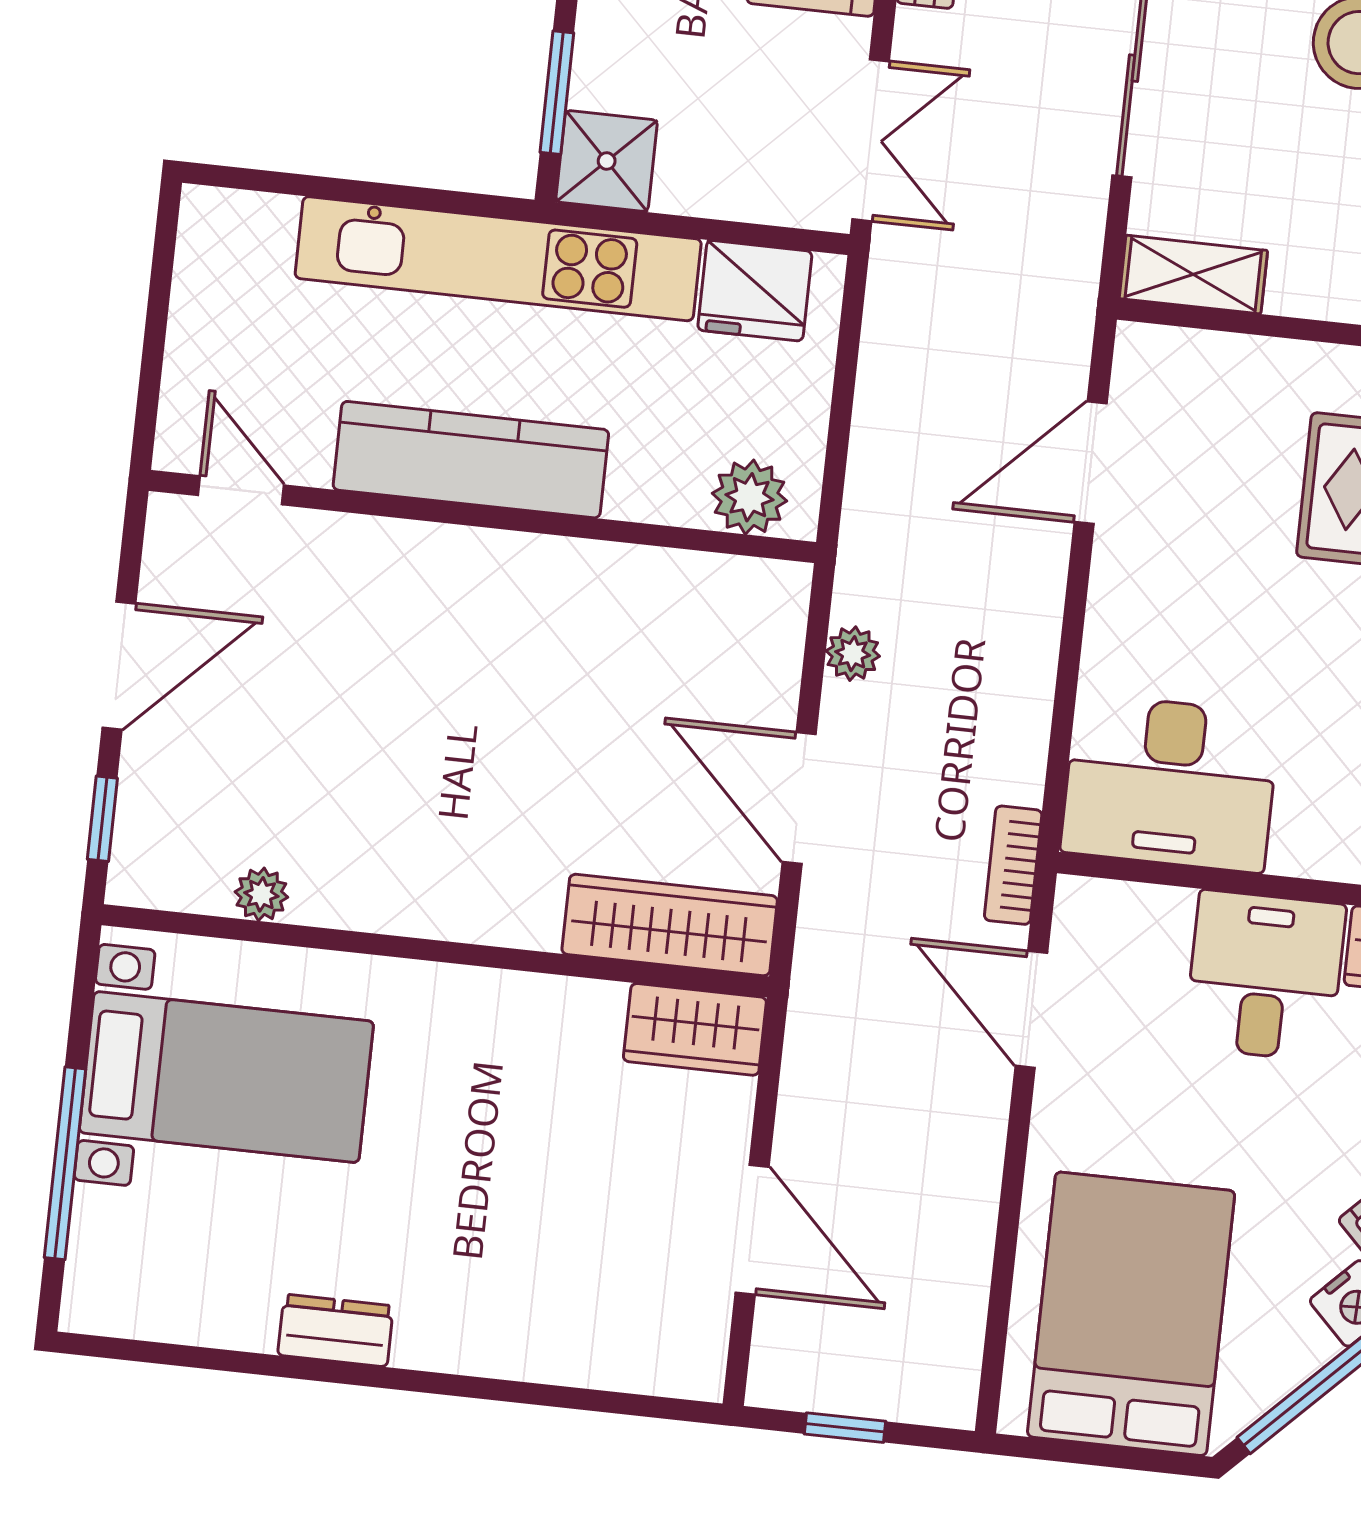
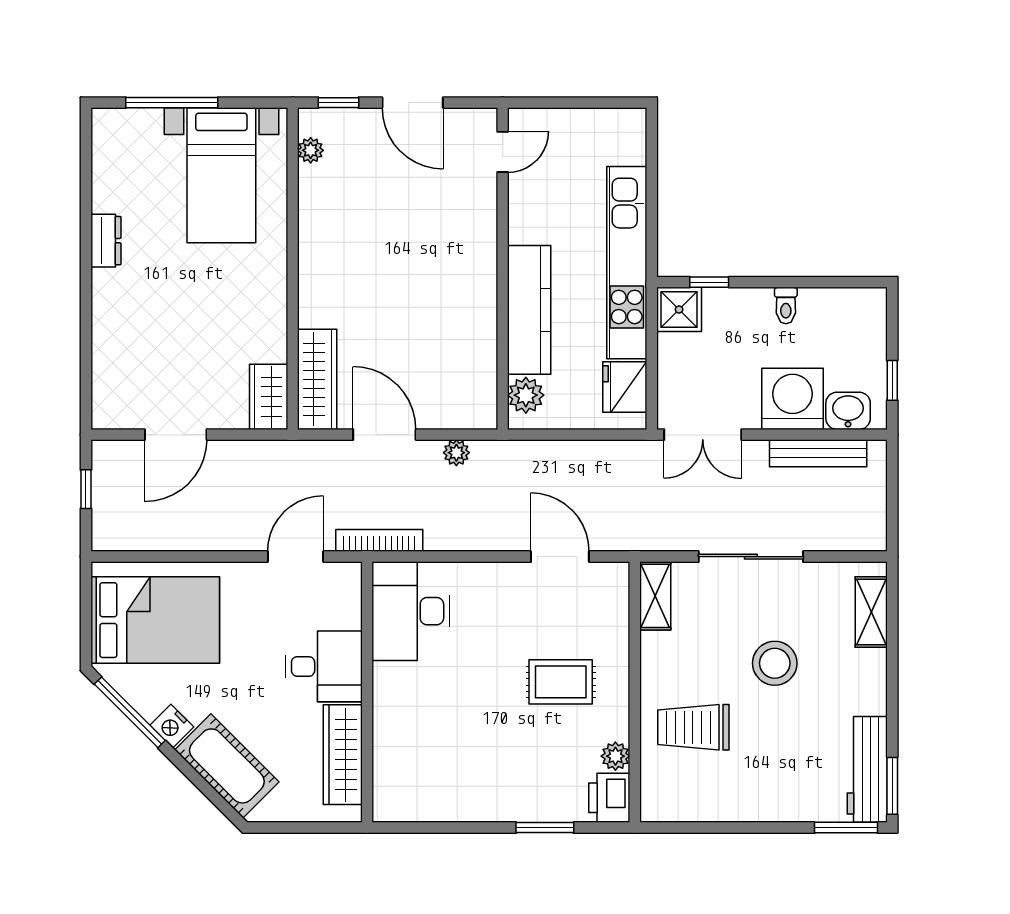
window: (557, 93) -> (709, 282), width x0.67
kitchen counter: (471, 460) -> (529, 310), moved
door: (799, 798) -> (384, 435), hinge flipped
bookcase: (1013, 865) -> (379, 540), width x1.56
plant: (261, 894) -> (311, 150), moved

